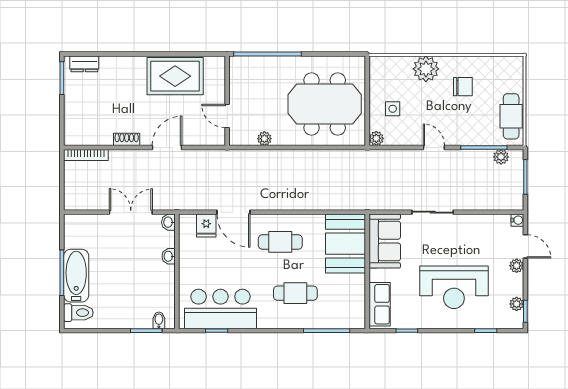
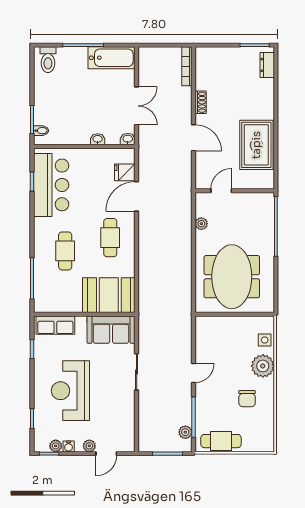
side table: (393, 109) -> (265, 340), moved
plant: (376, 138) -> (201, 322), removed
water cooler: (517, 220) -> (69, 447), moved
bathtub: (76, 276) -> (111, 58), moved

